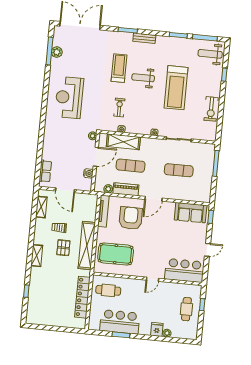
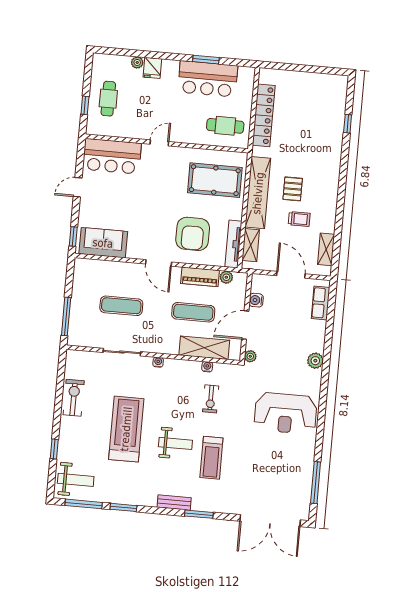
plant: (57, 52) -> (315, 361), moved
reception desk: (69, 98) -> (286, 413), turned 90
door: (154, 199) -> (159, 263), swing flipped
shelving: (37, 256) -> (251, 245), moved

